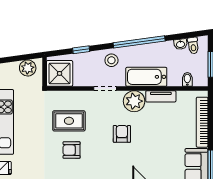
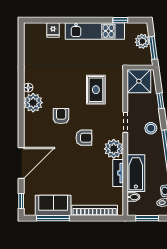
window: (23, 58) -> (153, 48), added
plant: (28, 68) -> (142, 41), moved
bathtub: (146, 77) -> (136, 173), moved
armchair: (72, 150) -> (61, 116), moved

